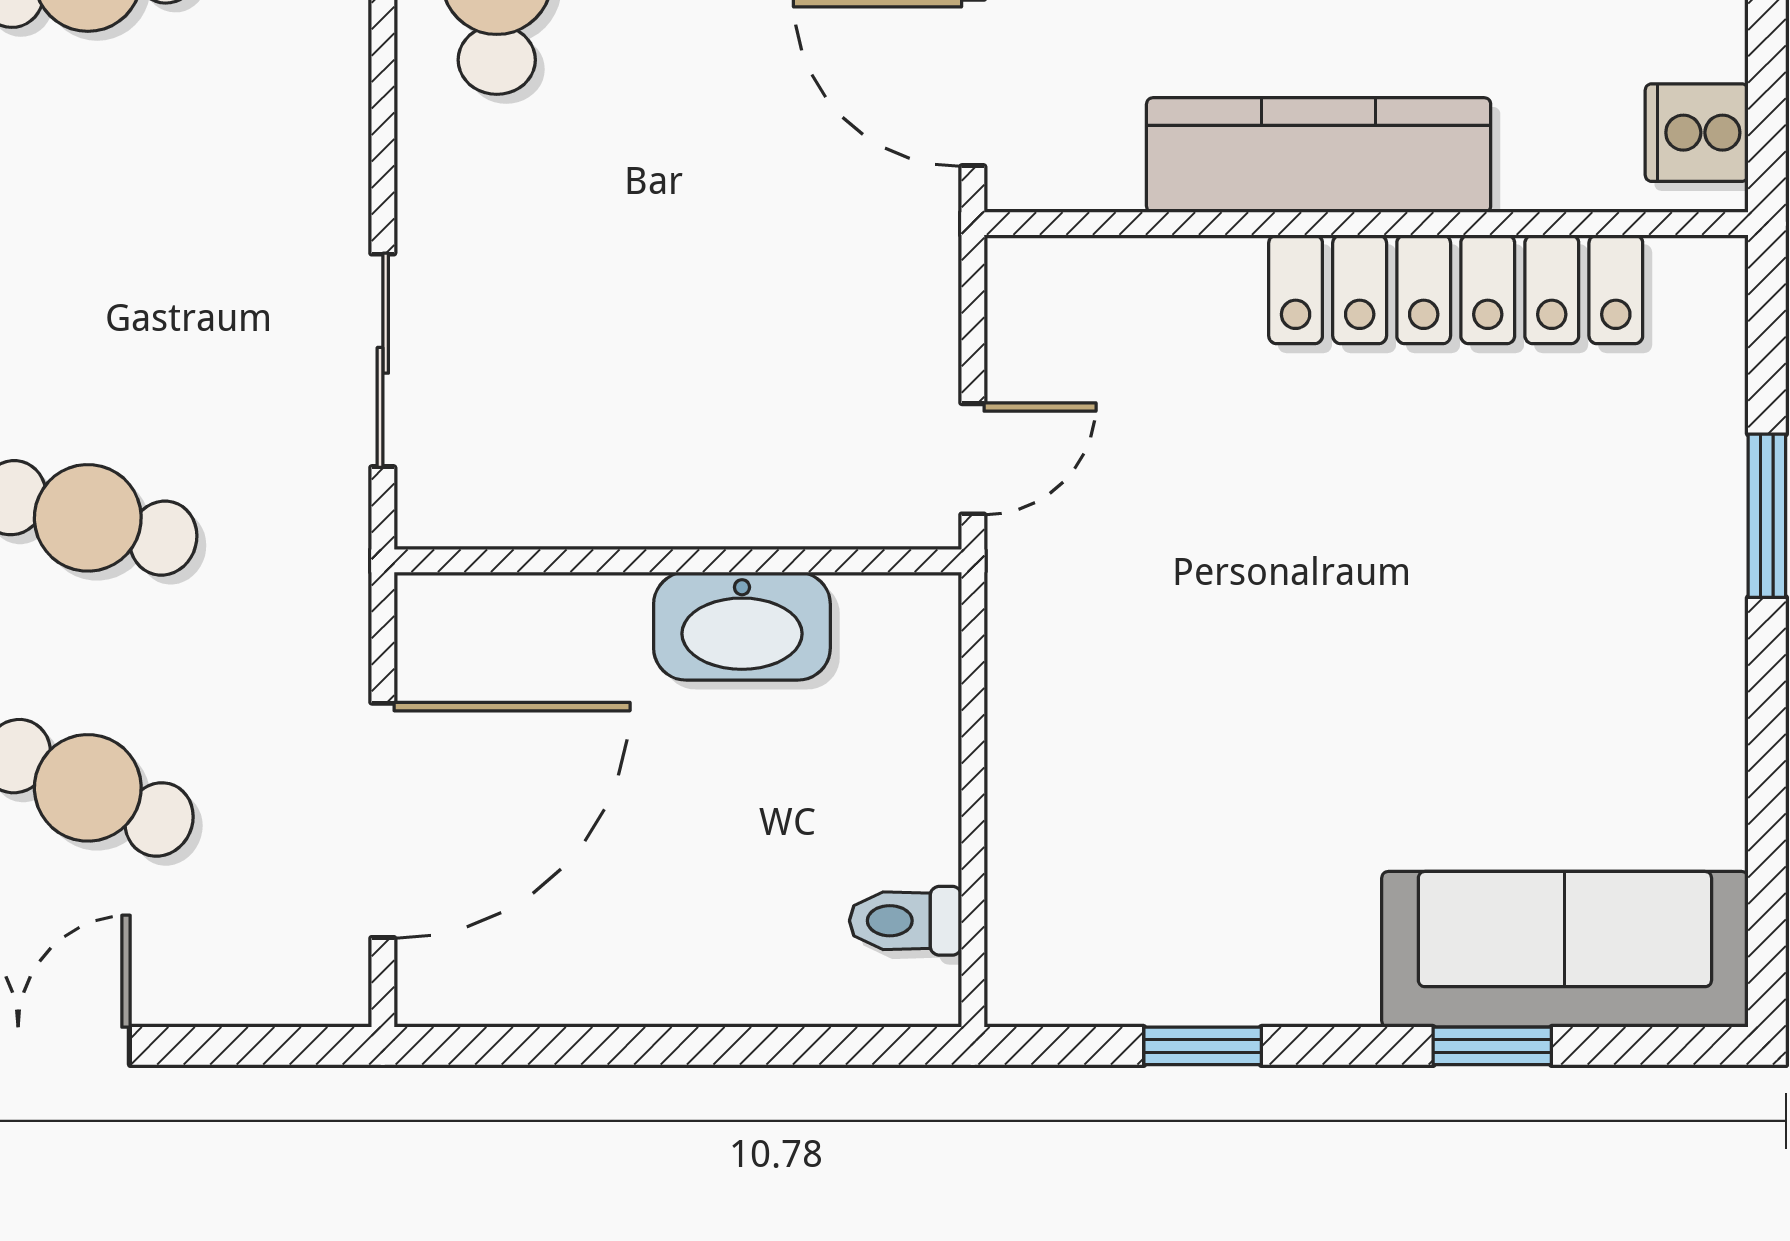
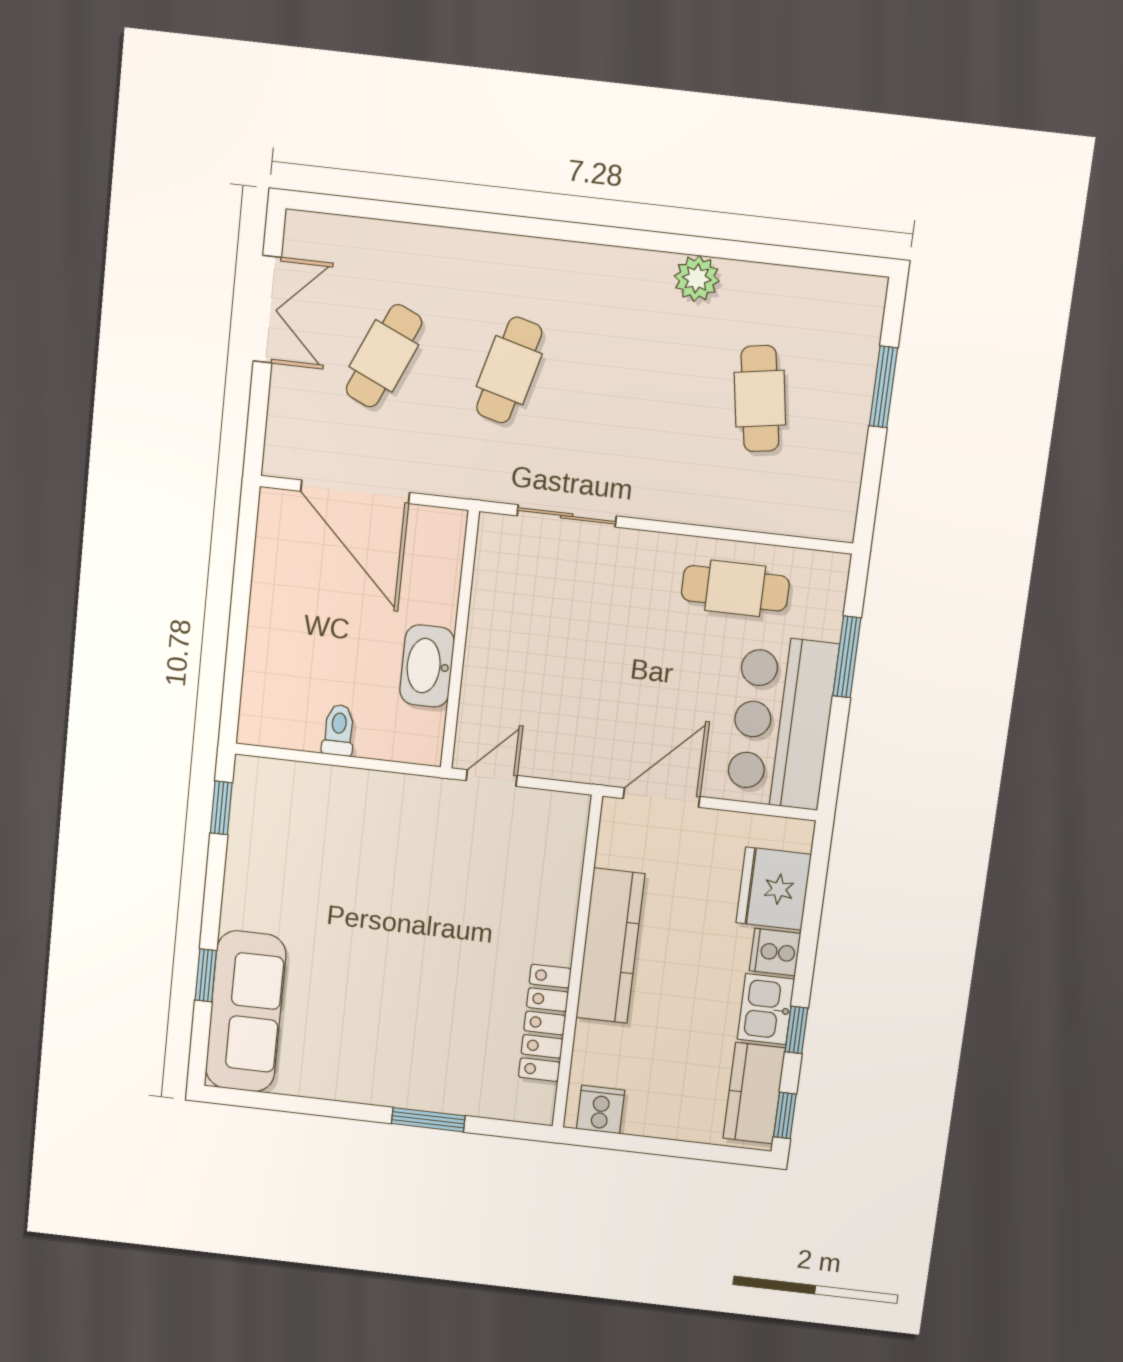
locker: (1456, 289) -> (545, 1023), width x0.71, depth x0.83
door: (973, 459) -> (492, 778), swing flipped
toilet: (905, 921) -> (339, 730), moved
window: (1203, 1046) -> (221, 808), moved

